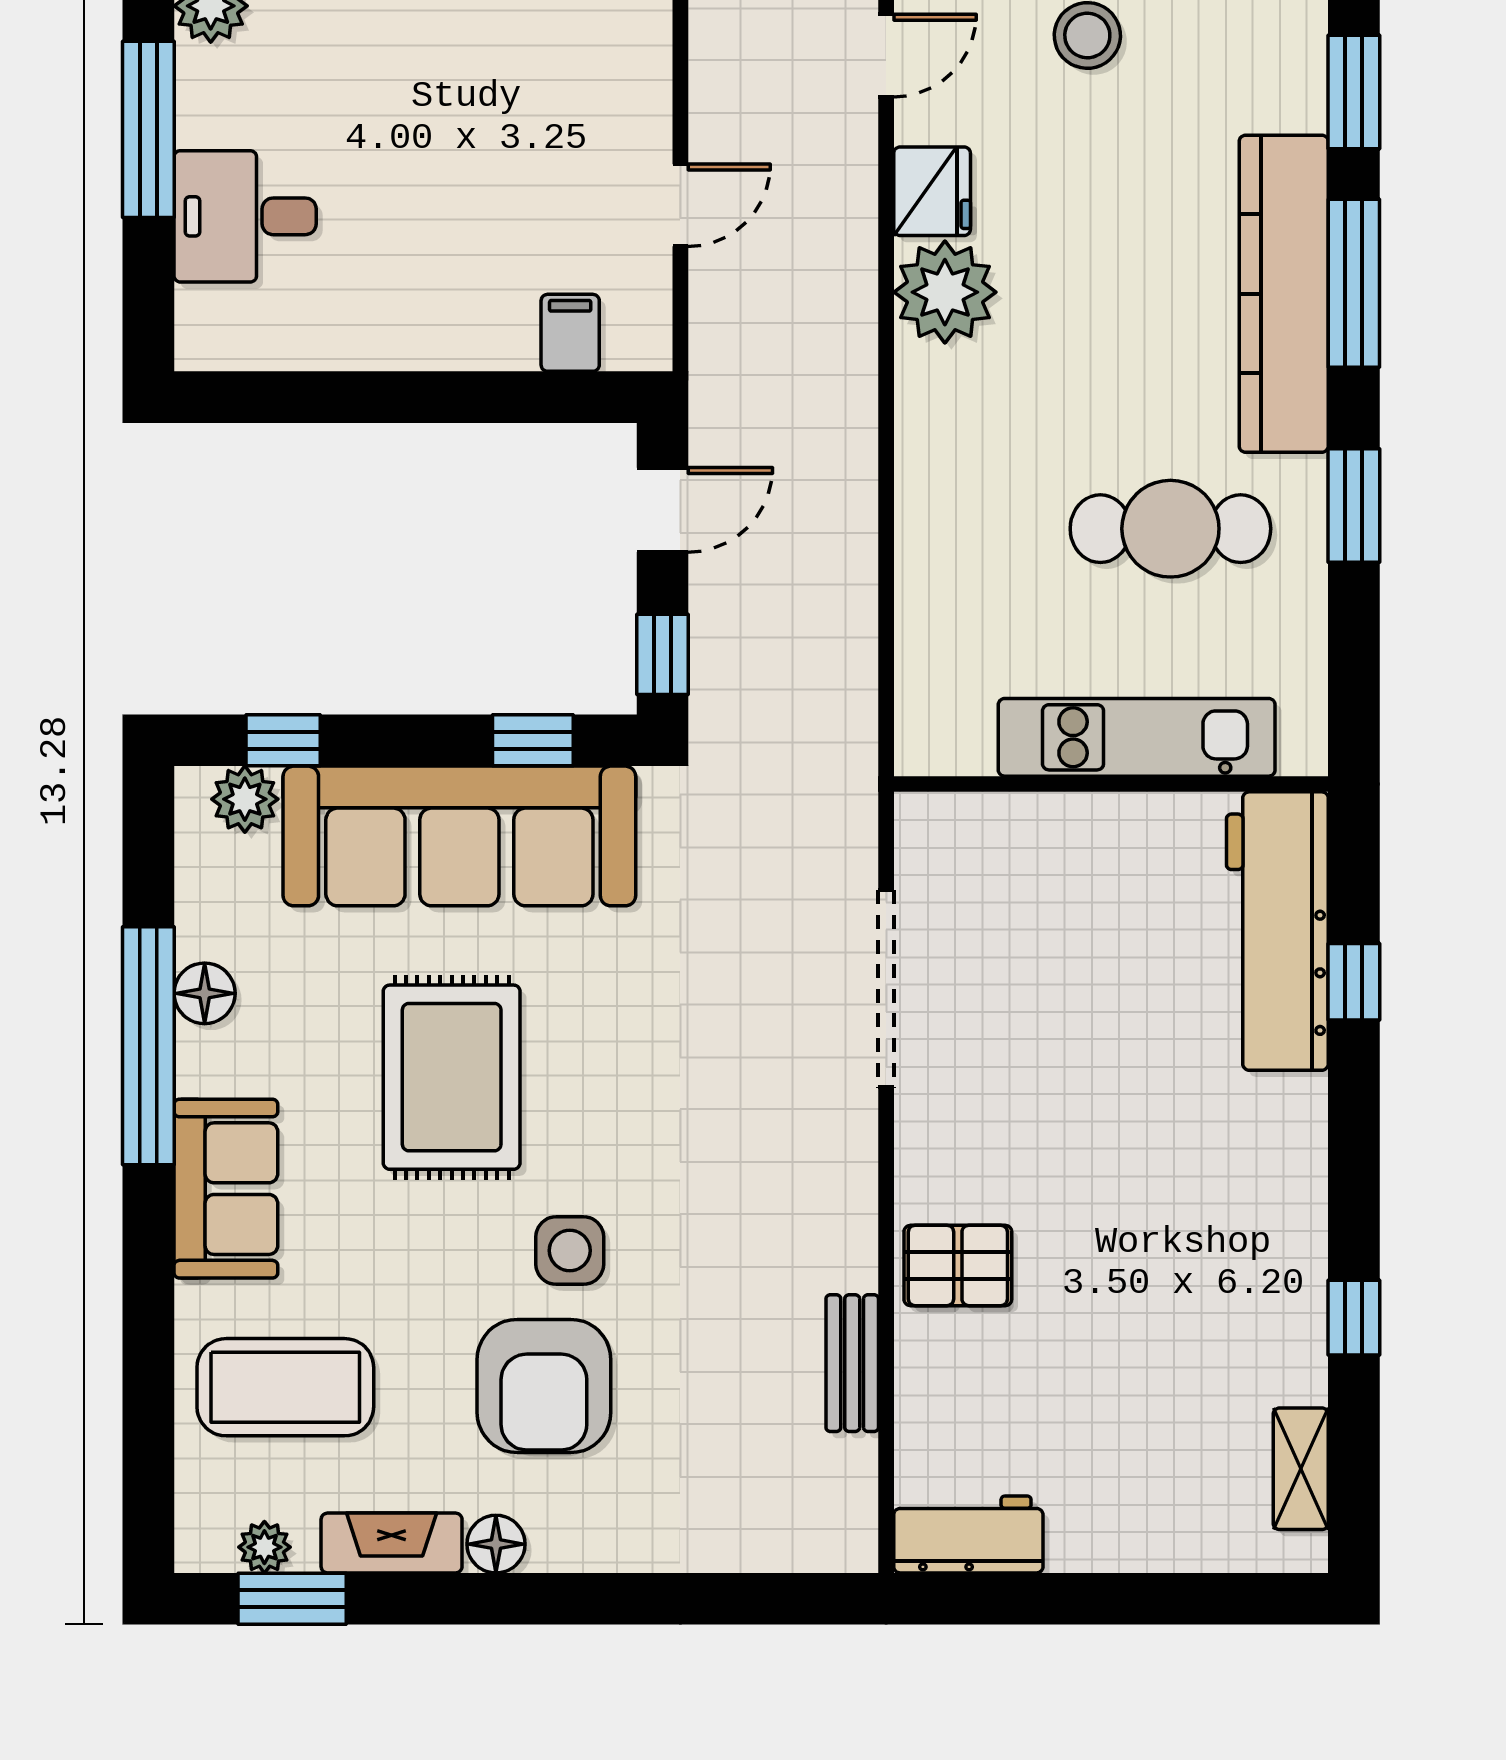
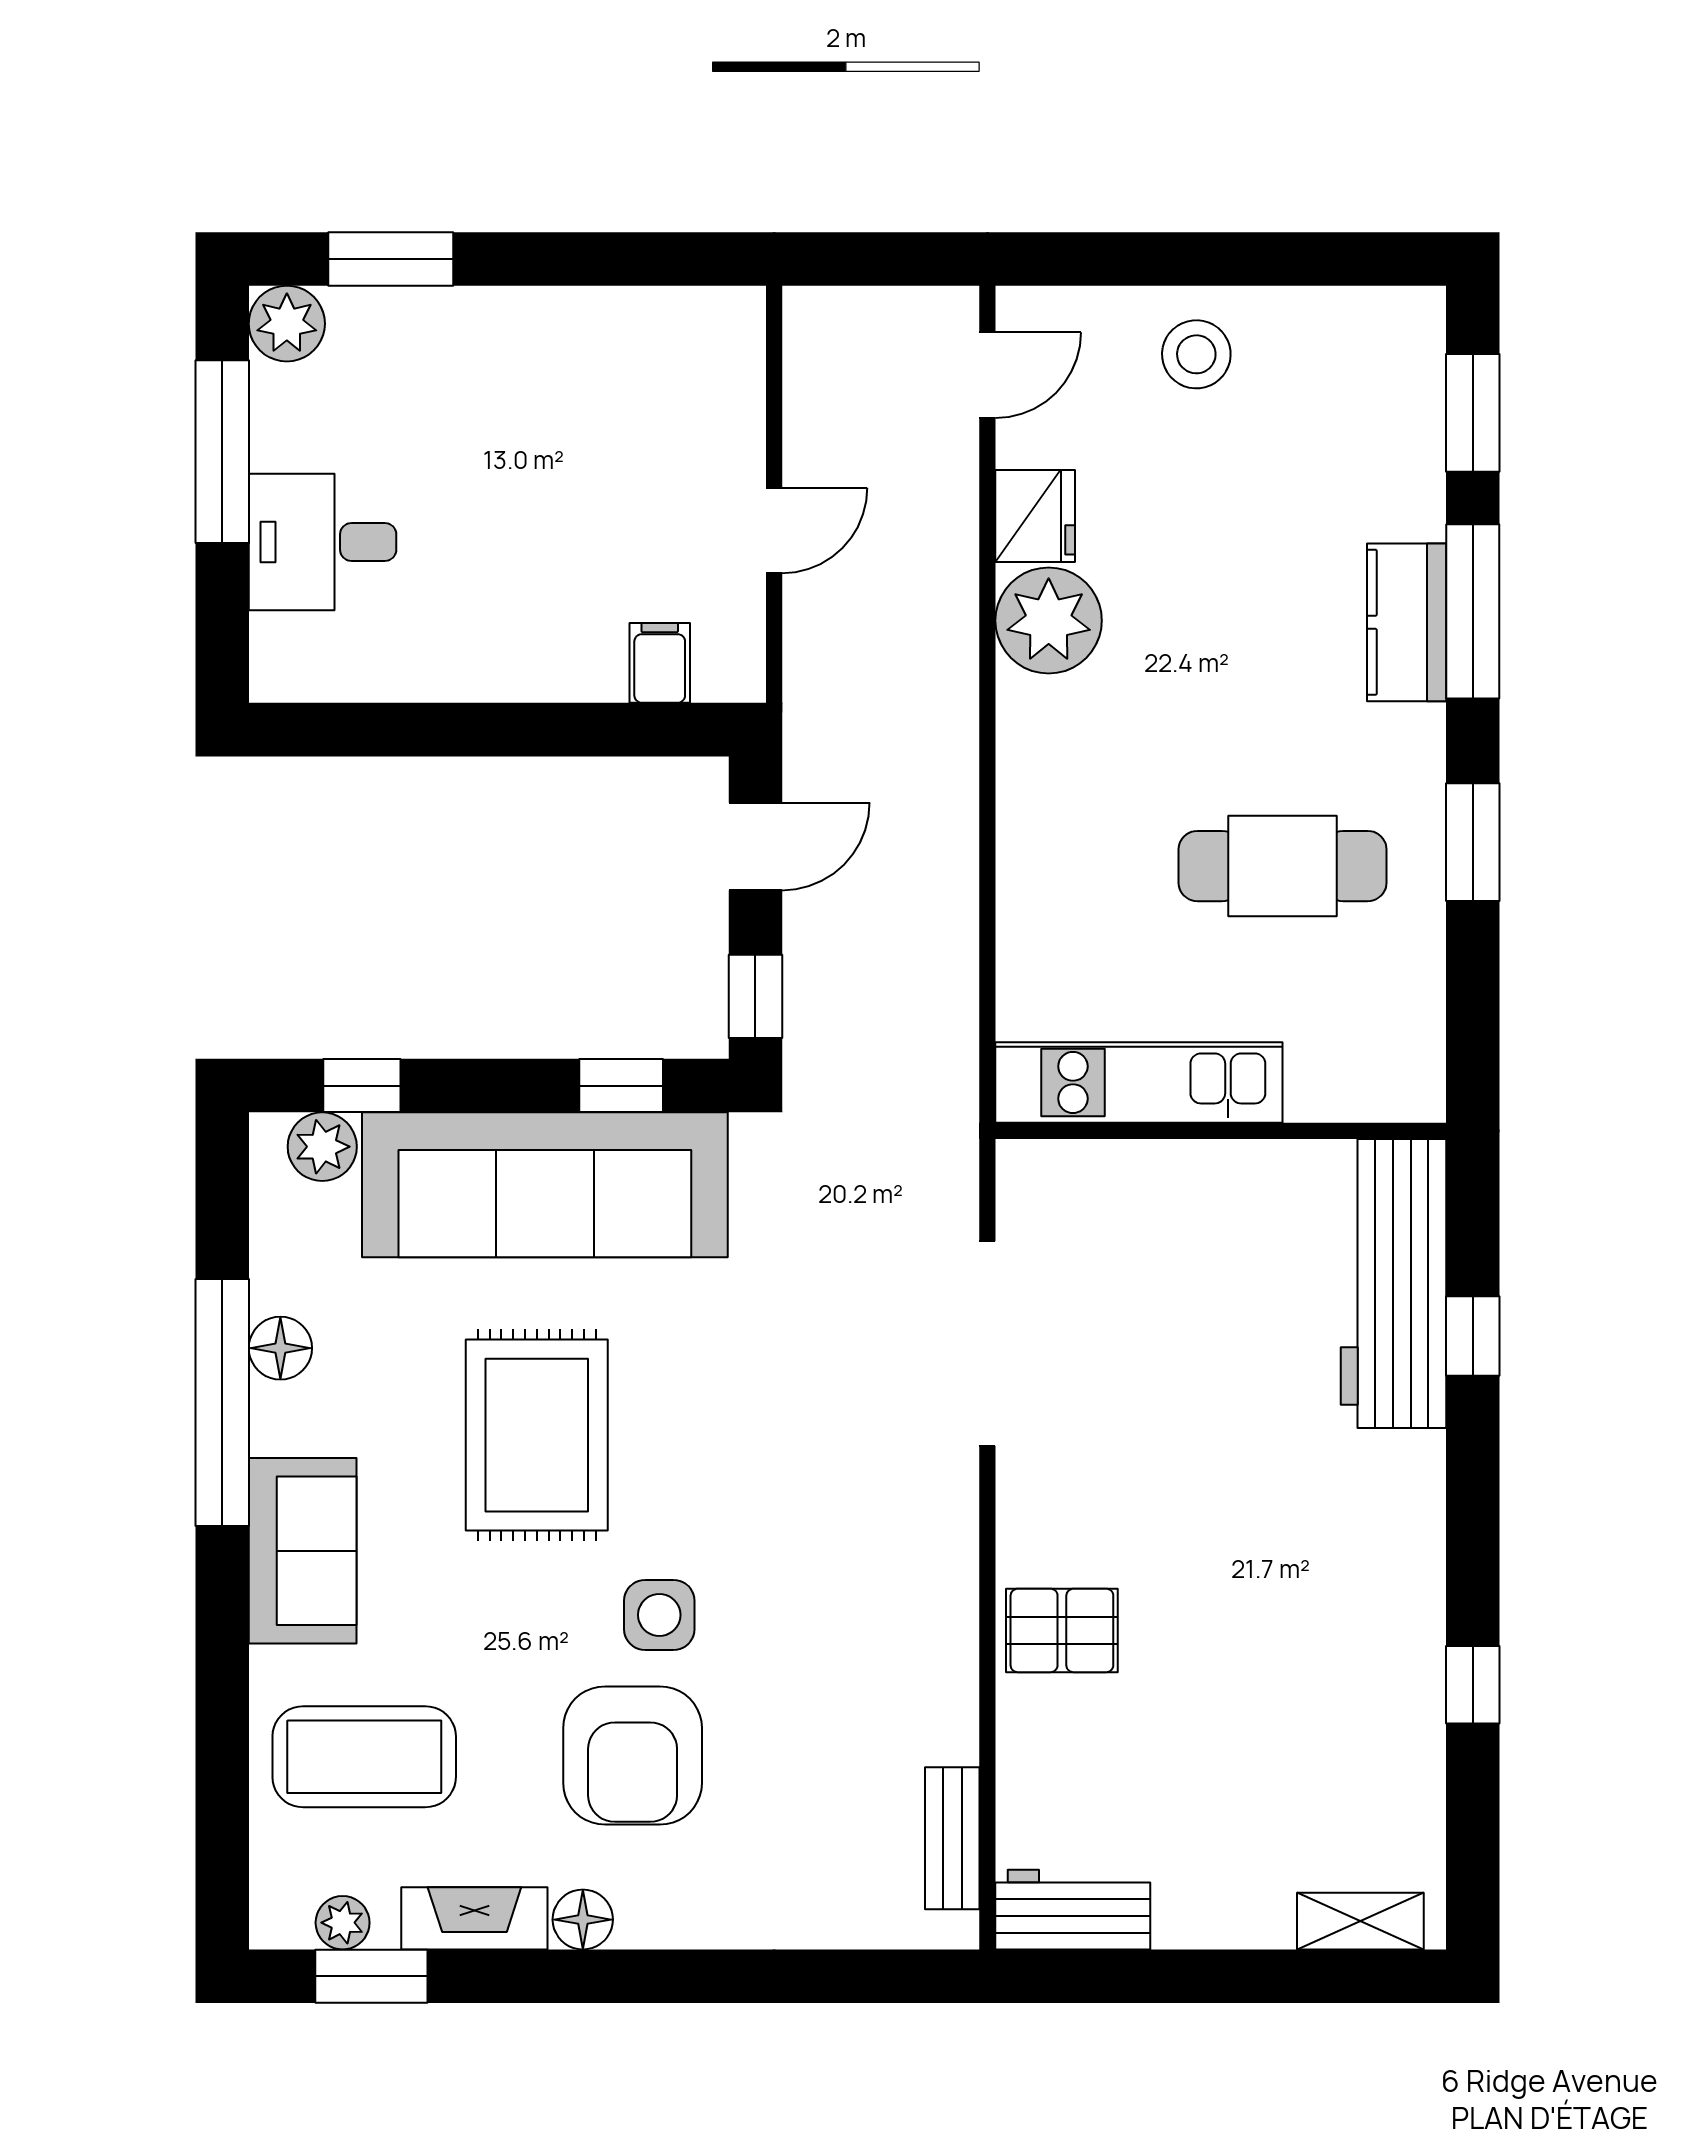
kitchen counter: (1284, 294) -> (1407, 622), width x0.48, depth x0.86
kitchen unit: (1137, 737) -> (1139, 1082), moved
bench: (852, 1363) -> (952, 1838), moved
shelving: (1301, 1469) -> (1360, 1921), moved, turned 90

